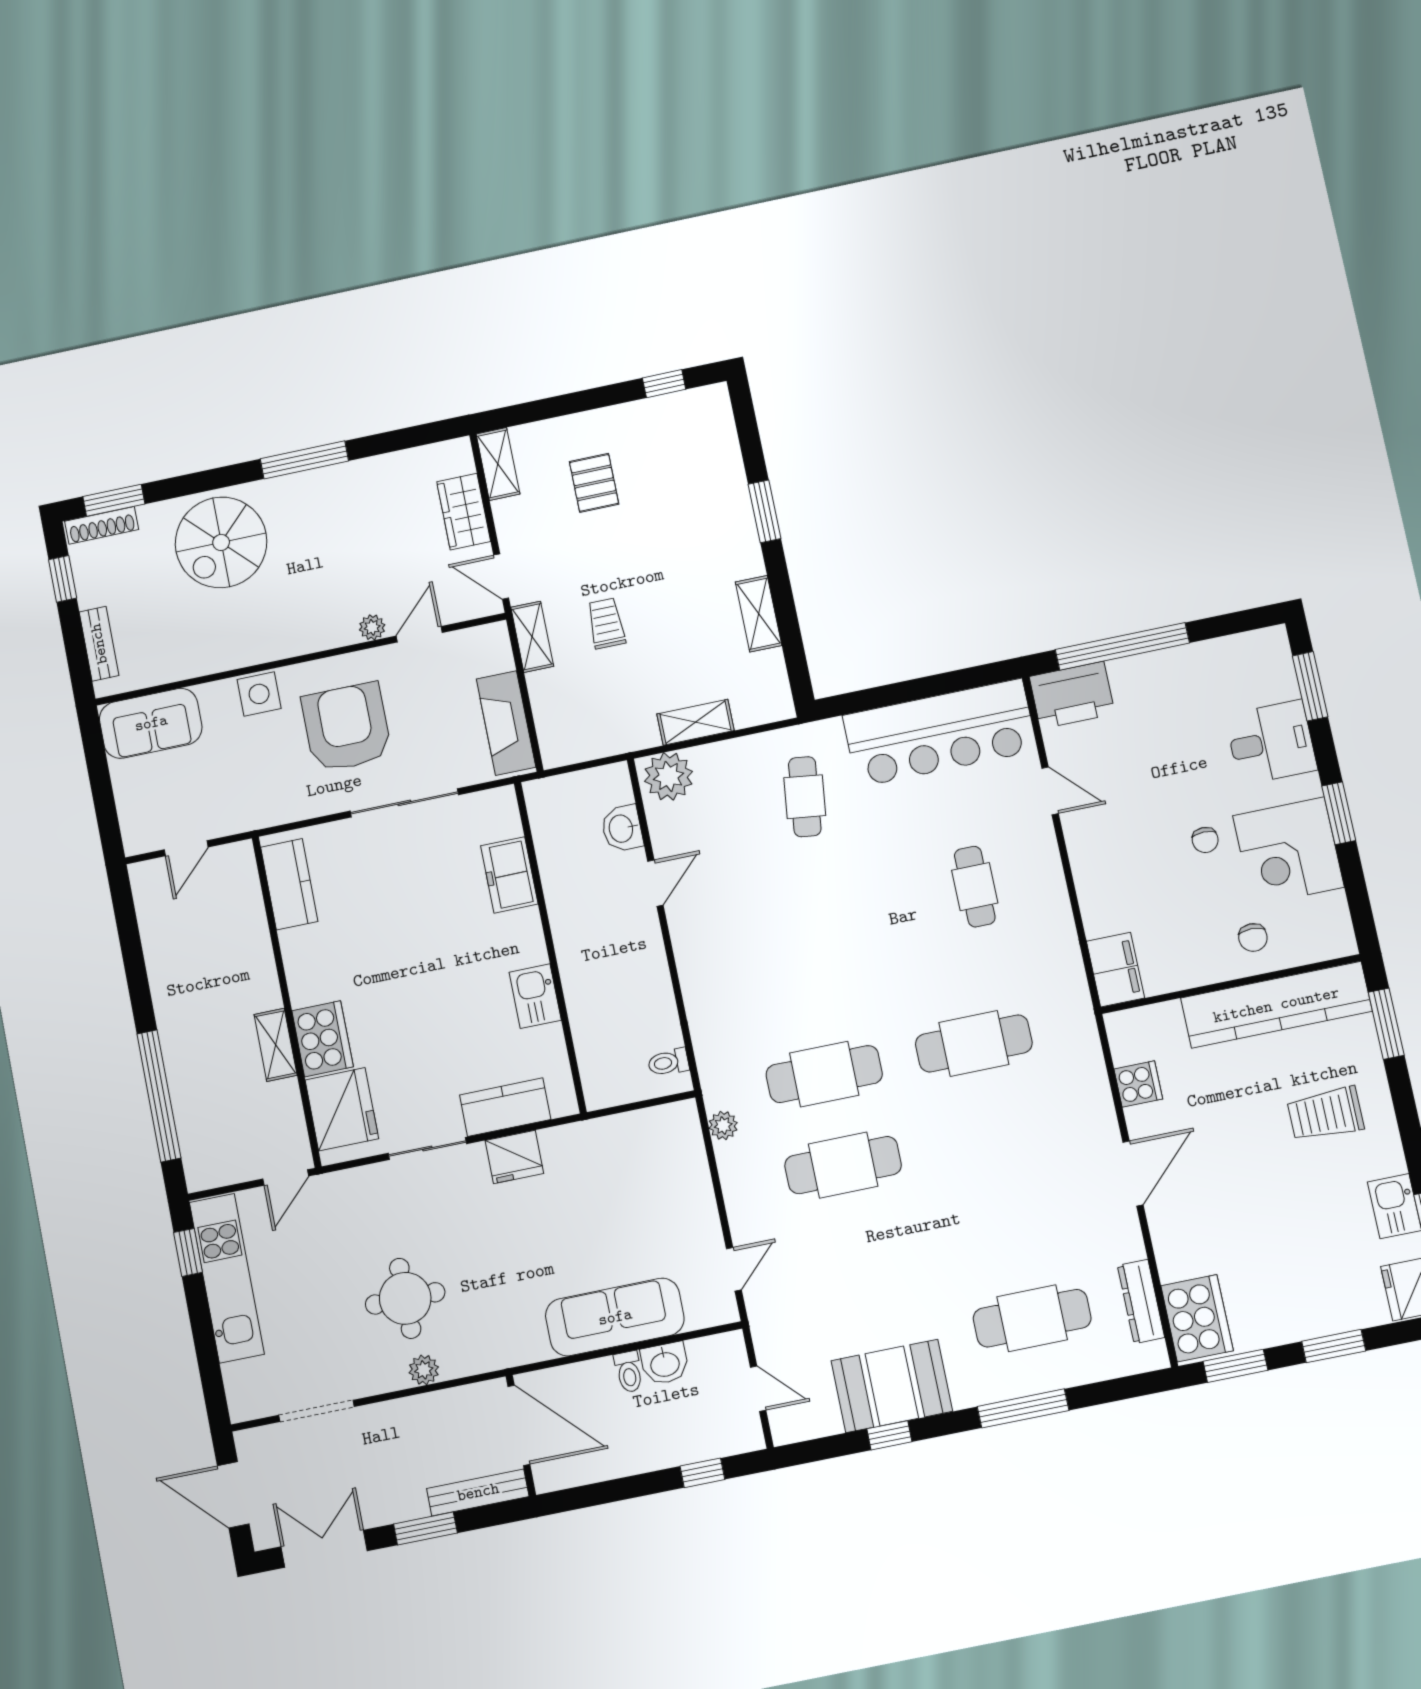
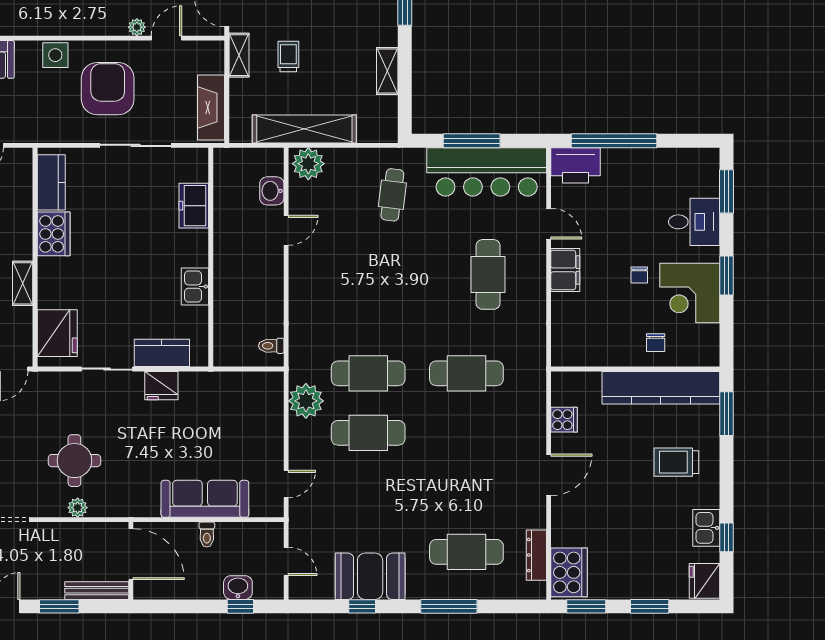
window: (907, 691) -> (472, 141), added
shelving: (695, 722) -> (304, 129), width x2.20, depth x1.33
cafe table: (975, 887) -> (488, 274), width x1.37, depth x1.35
filing cabinet: (1115, 970) -> (565, 270), moved
cooker: (322, 1039) -> (54, 234), moved
plant: (723, 1126) -> (306, 401), width x1.87, depth x1.87
washbasin: (665, 1363) -> (238, 588), moved, turned 180

